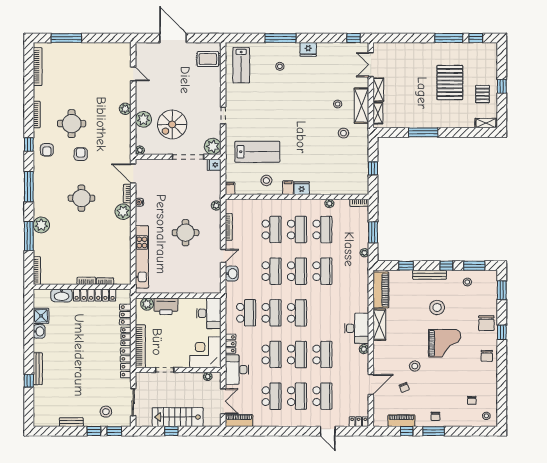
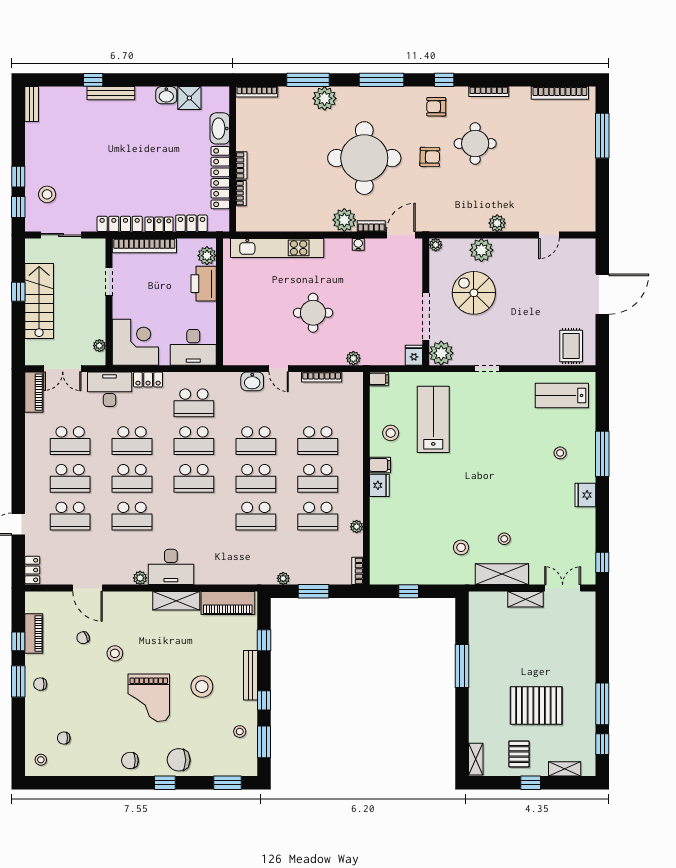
pallet: (482, 94) -> (519, 754), turned 90
shelving: (378, 113) -> (565, 769), moved
lab bench: (257, 152) -> (433, 419), turned 180
round table: (81, 198) -> (364, 158), width x1.86, depth x1.86
bench: (71, 422) -> (32, 104), moved

